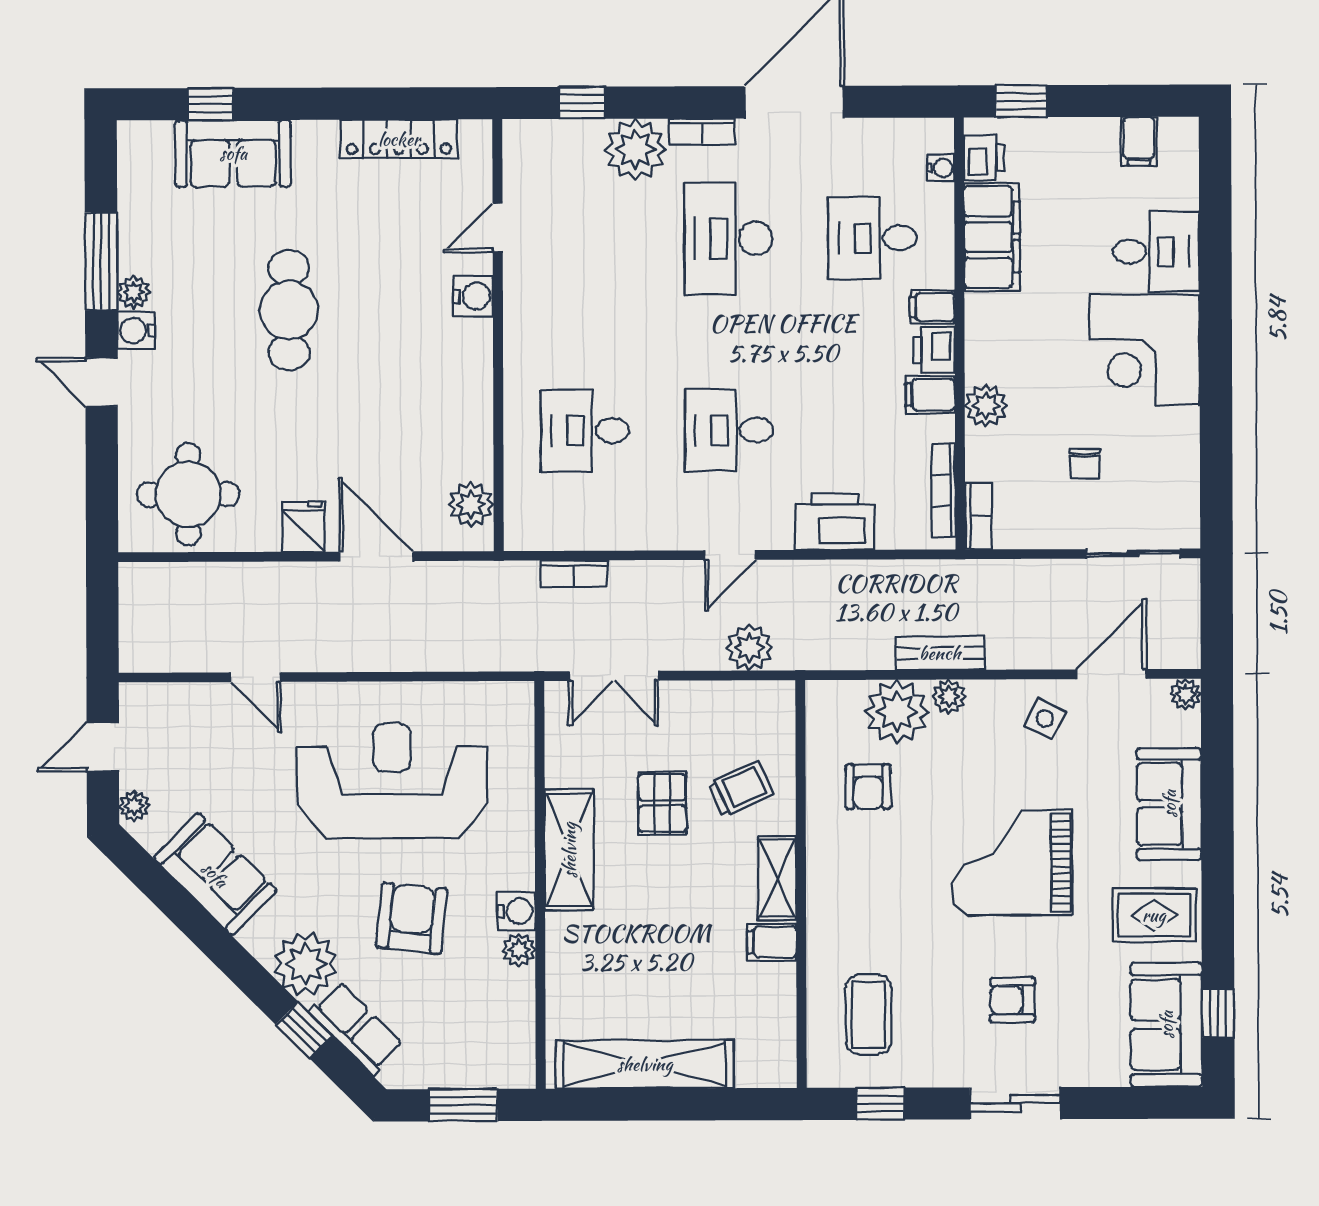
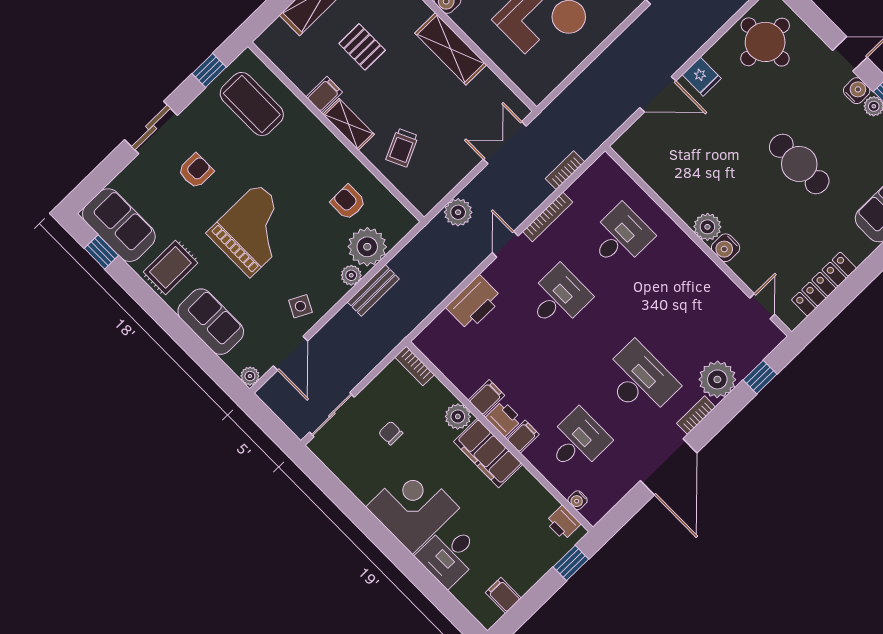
door: (498, 228) -> (762, 306), moved
filing cabinet: (992, 237) -> (488, 453), moved
bookcase: (943, 490) -> (548, 217), moved, turned 90
plant: (471, 504) -> (707, 227), moved
pallet: (662, 803) -> (362, 47), moved
coffee table: (869, 1015) -> (252, 104), width x1.36, depth x1.32

